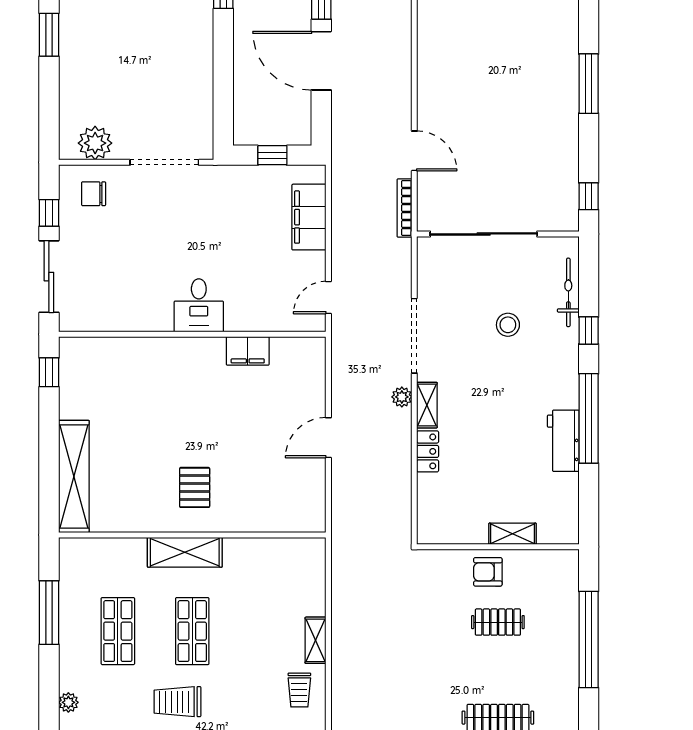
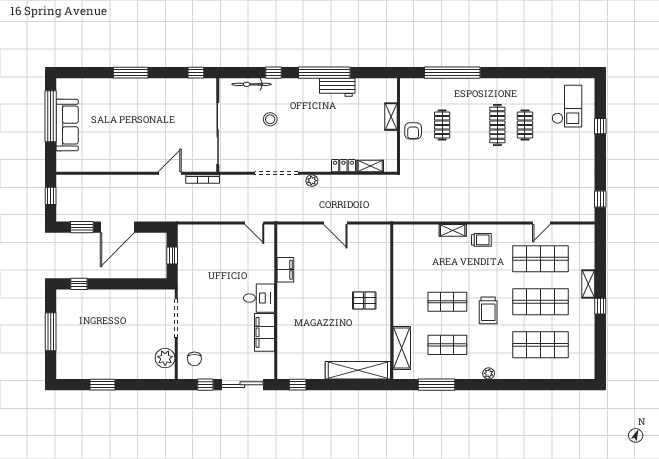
filing cabinet: (309, 217) -> (264, 332), moved, turned 90
shelving: (427, 405) -> (370, 166), moved
shelving: (185, 552) -> (402, 348), moved

